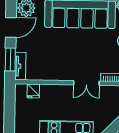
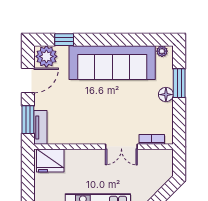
fridge: (33, 91) -> (50, 161), width x1.88, depth x1.34

